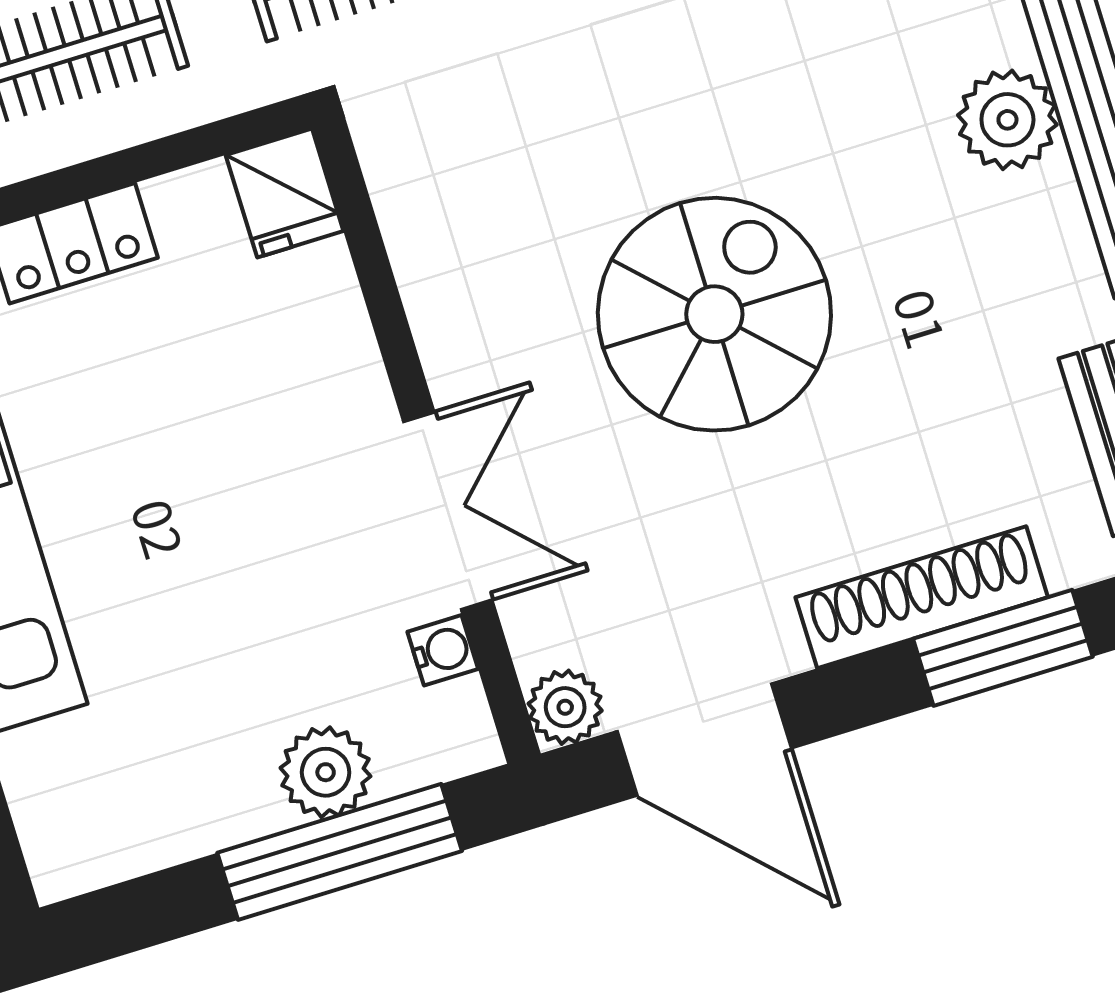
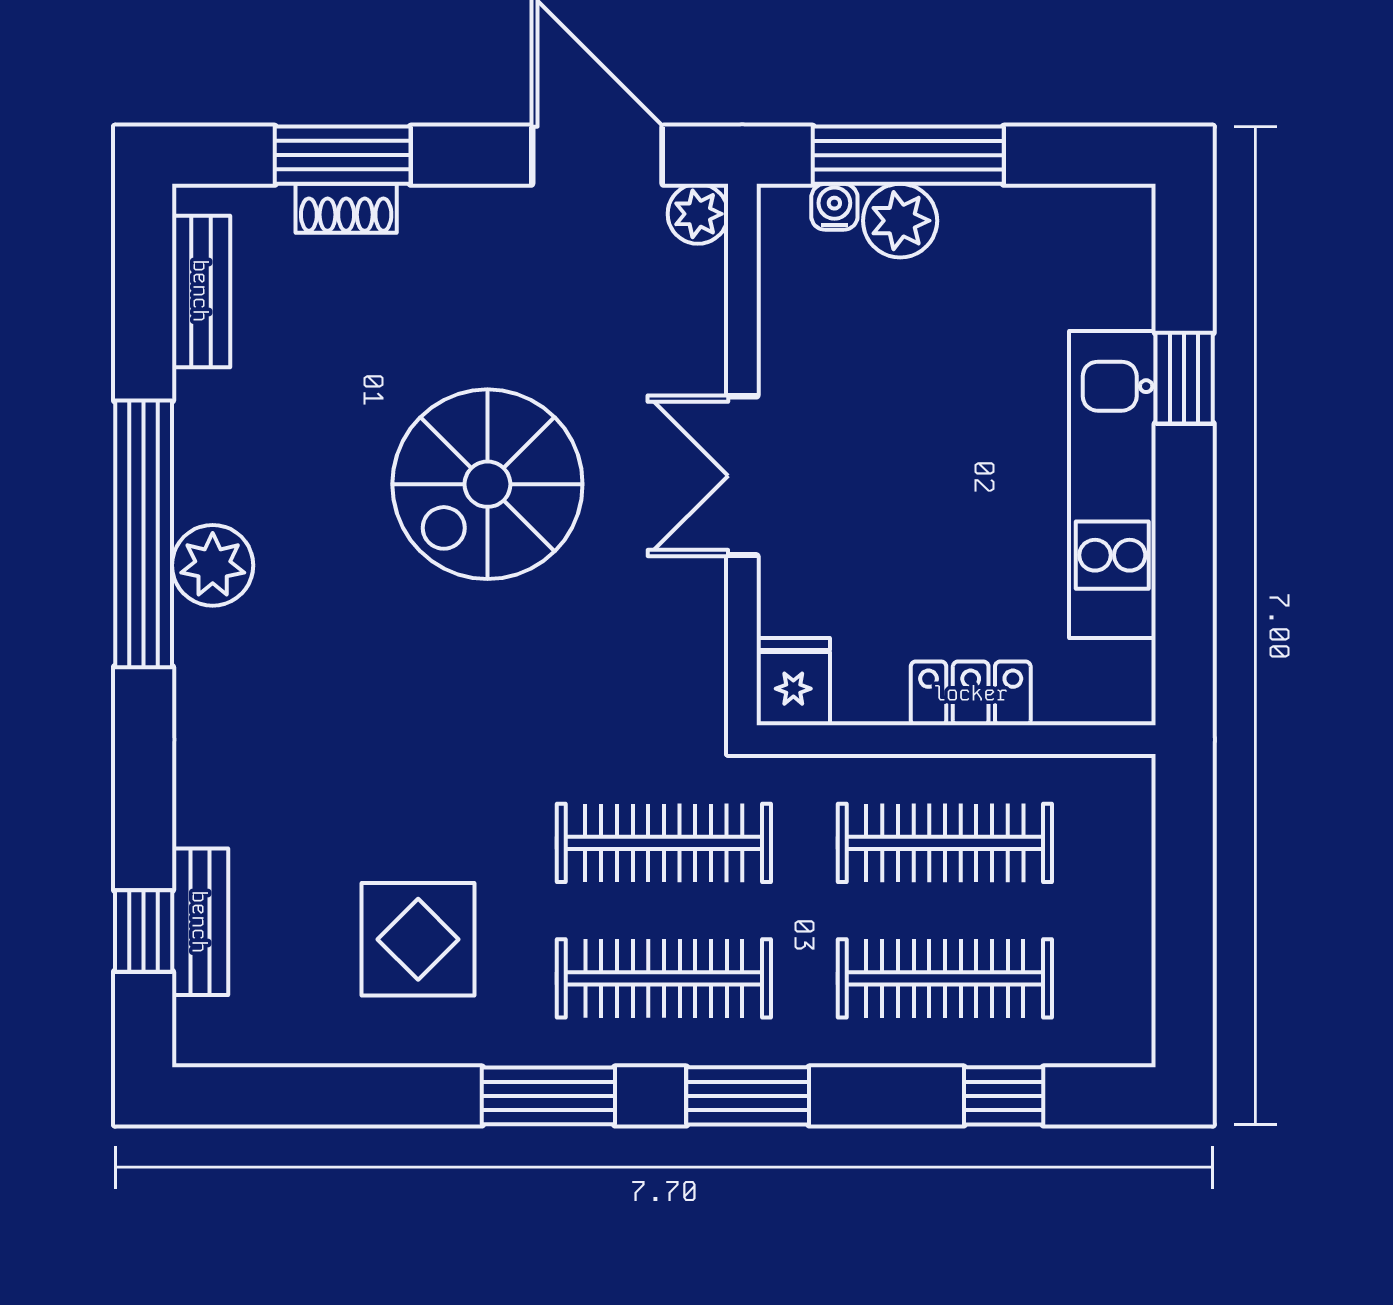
double door: (448, 511) -> (742, 476), moved
shoe rack: (922, 597) -> (346, 208), width x0.51, depth x0.81
water cooler: (443, 650) -> (834, 207), moved, turned 90

